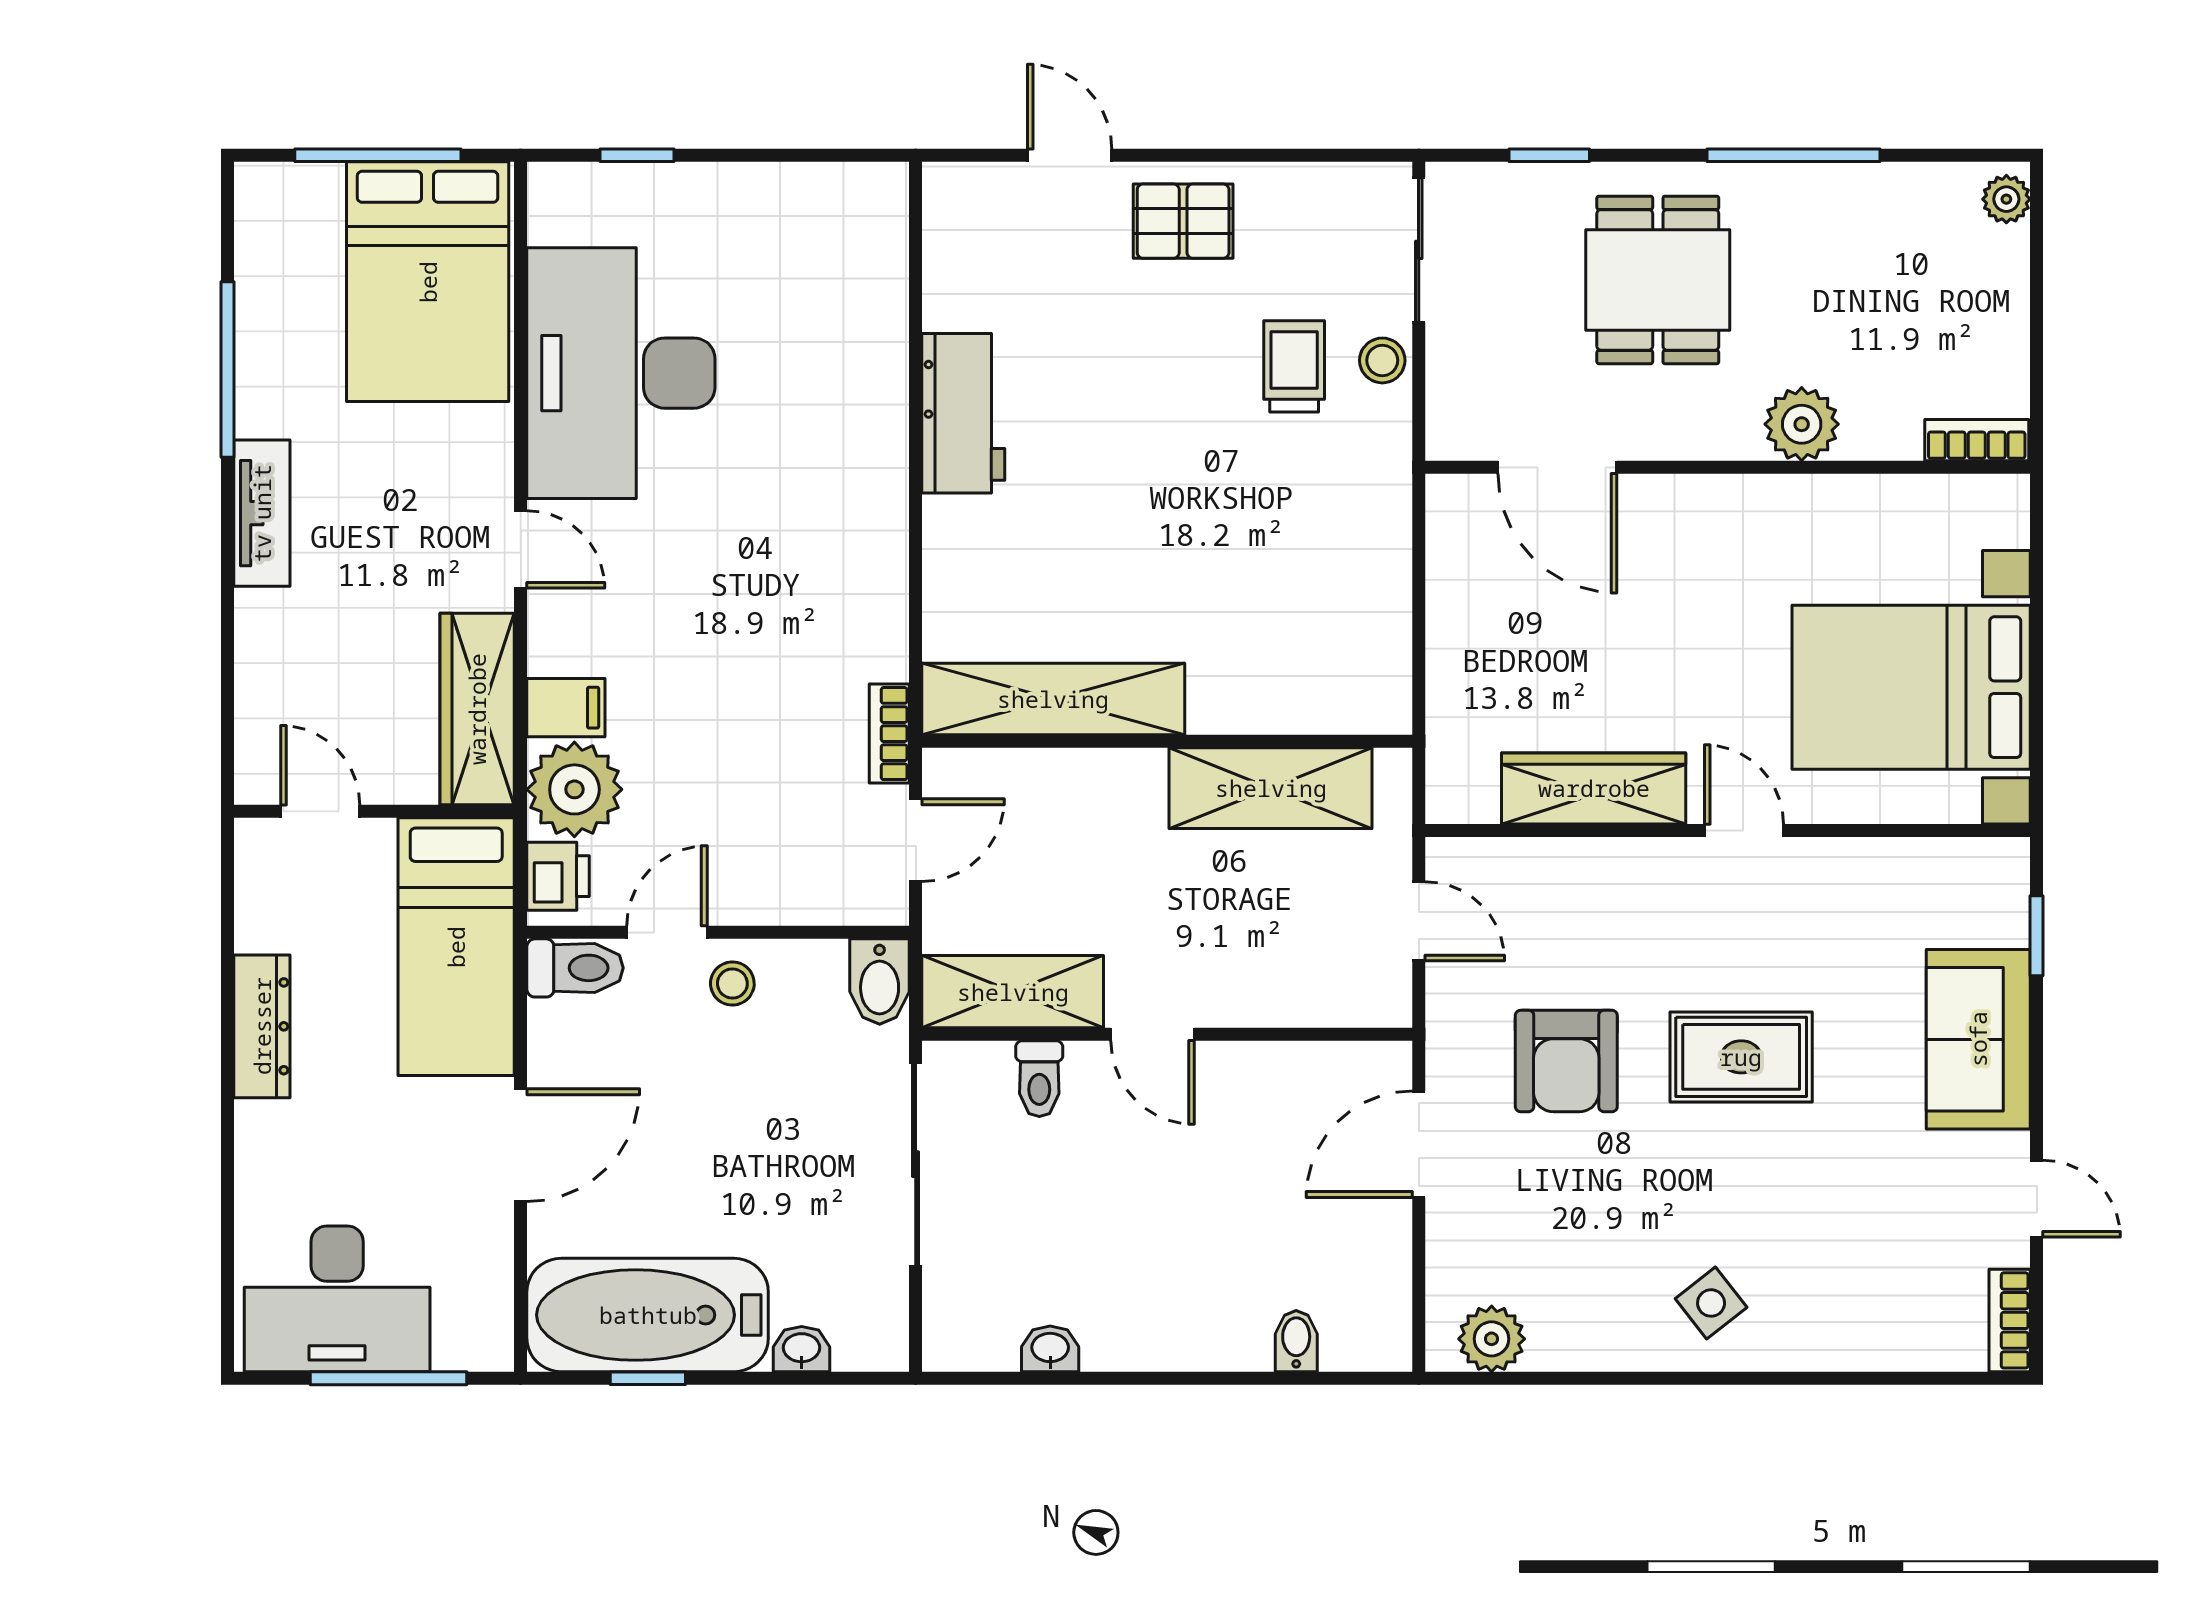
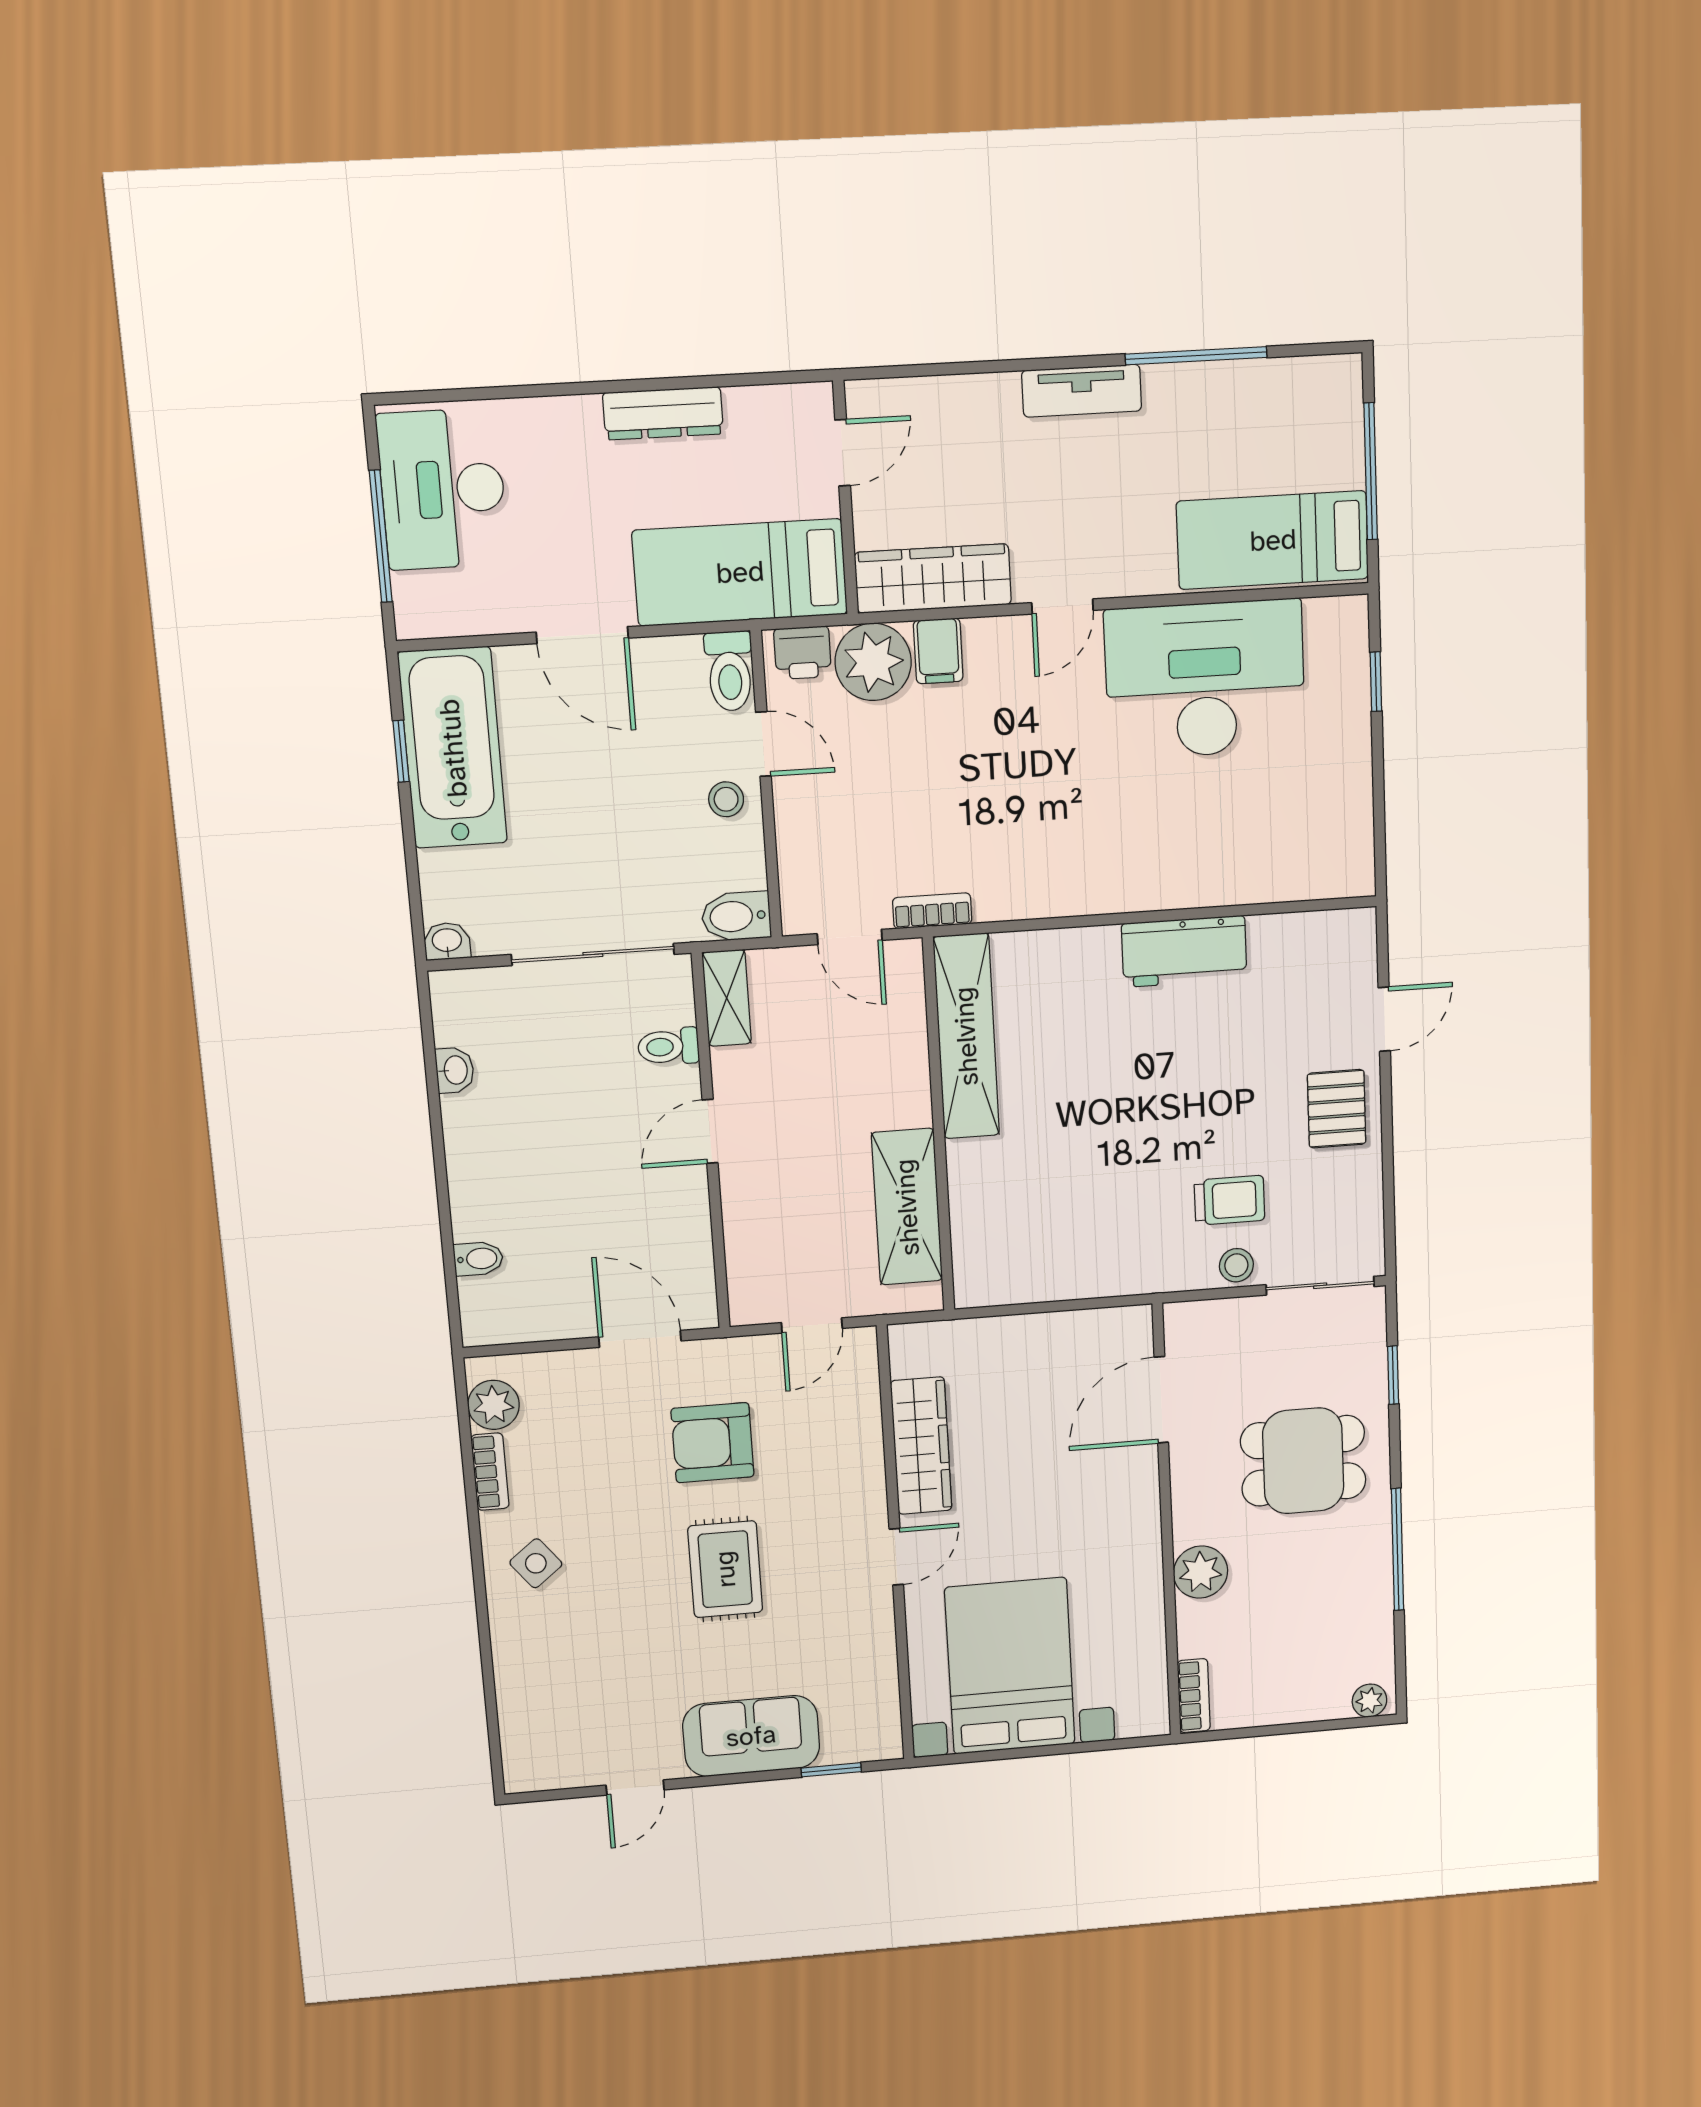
bed: (428, 282) -> (1273, 540), width x0.67
shelving: (1013, 992) -> (727, 998), width x0.67, depth x0.75
bookcase: (2010, 1320) -> (490, 1472), moved, turned 90
washbasin: (802, 1349) -> (447, 941), moved, turned -90

